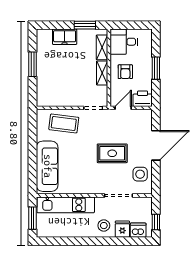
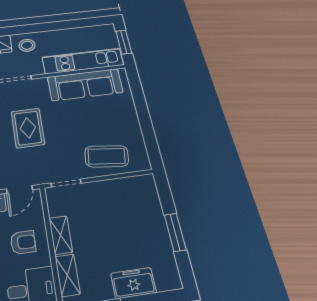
armchair: (125, 72) -> (23, 242), turned 90
rug: (112, 153) -> (28, 128), turned 90
sofa: (47, 166) -> (85, 85), moved, turned -90

